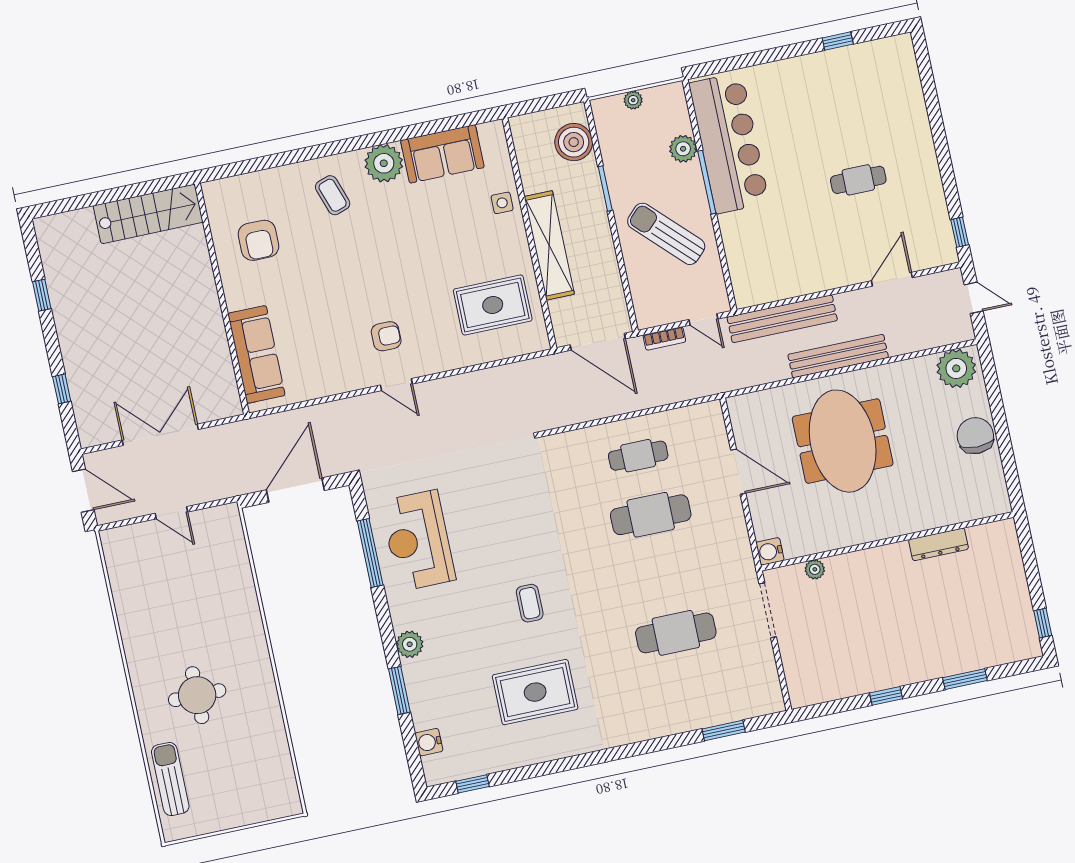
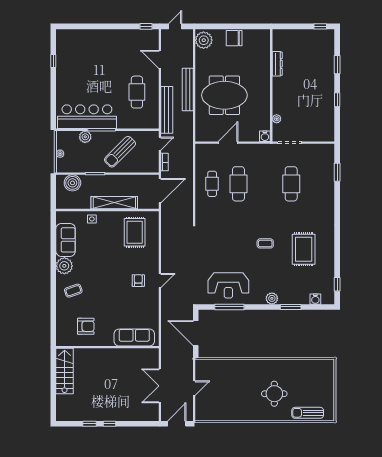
cafe table: (858, 180) -> (137, 92), moved, width x1.37, depth x1.35
window: (62, 389) -> (109, 424), moved

